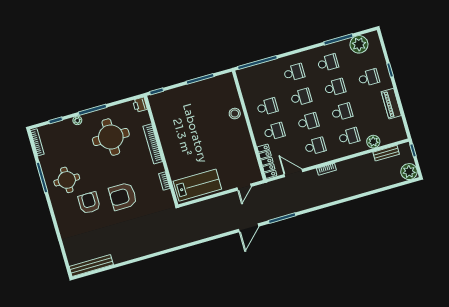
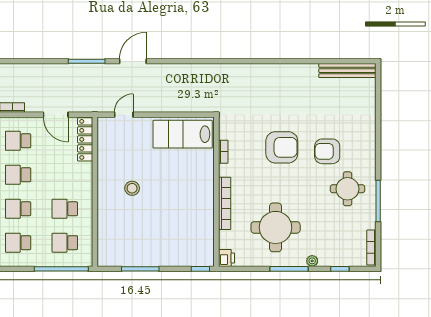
stool: (235, 114) -> (132, 188), moved
school desk: (274, 131) -> (65, 243), moved
armchair: (89, 203) -> (327, 151), turned 90

